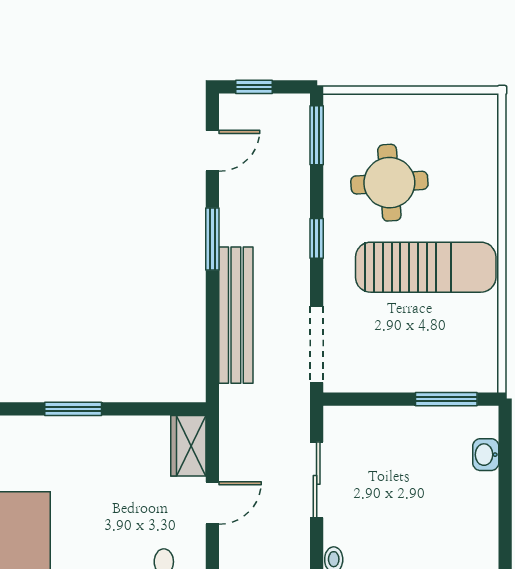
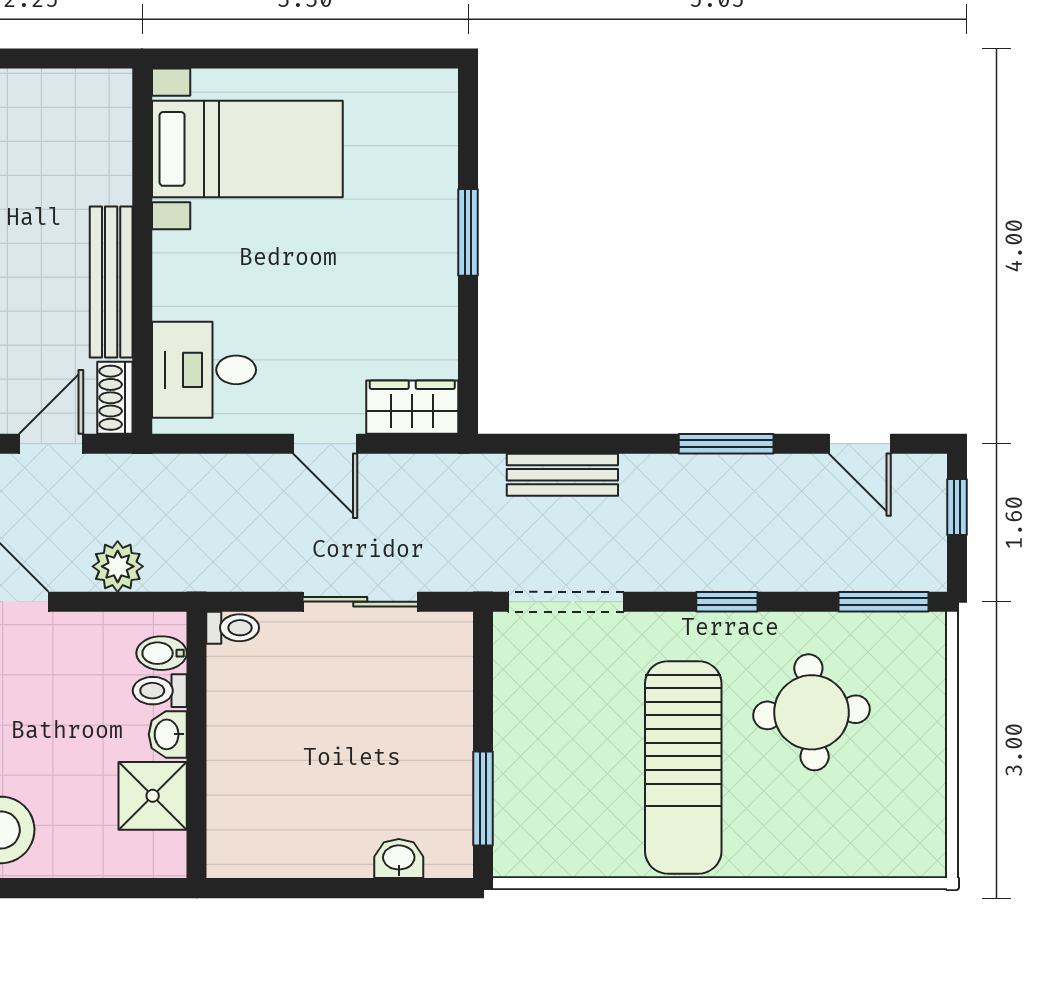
bench: (236, 315) -> (562, 475), width x0.54, depth x0.82

